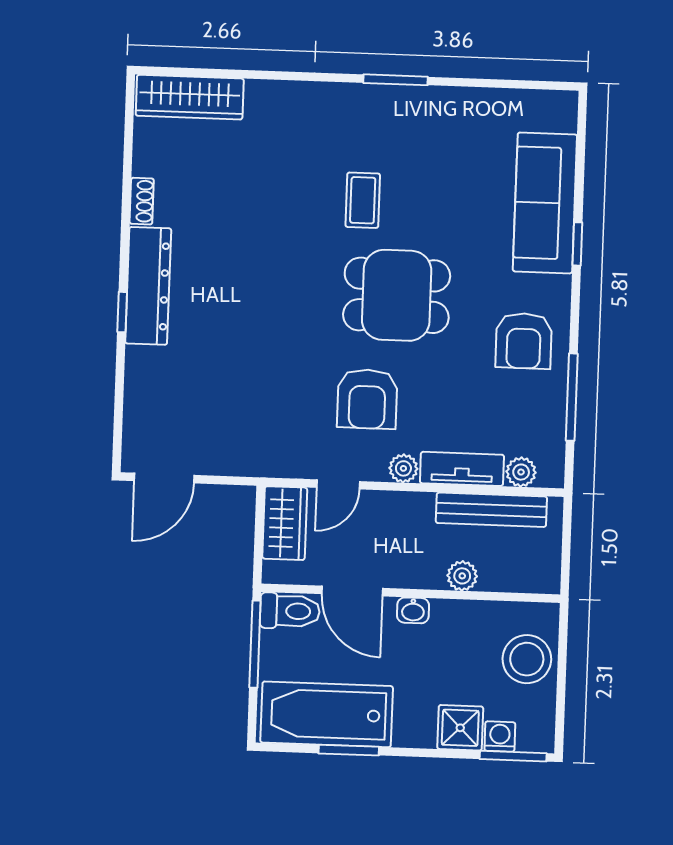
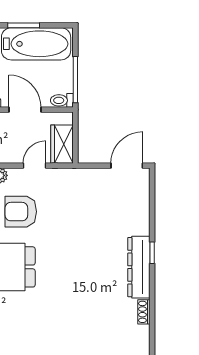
coffee table: (363, 200) -> (27, 317), removed
armchair: (367, 399) -> (21, 212), turned -90
toilet: (290, 611) -> (62, 100), width x0.73, depth x0.72

